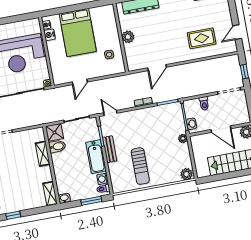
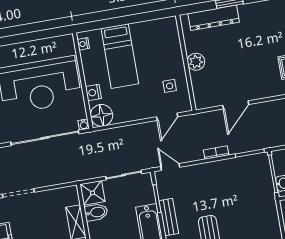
bed: (78, 33) -> (120, 56), width x0.67
nightstand: (49, 35) -> (93, 93), moved
floor lamp: (60, 76) -> (101, 115), added
door: (80, 82) -> (167, 117), moved
plant: (183, 139) -> (270, 203), removed

